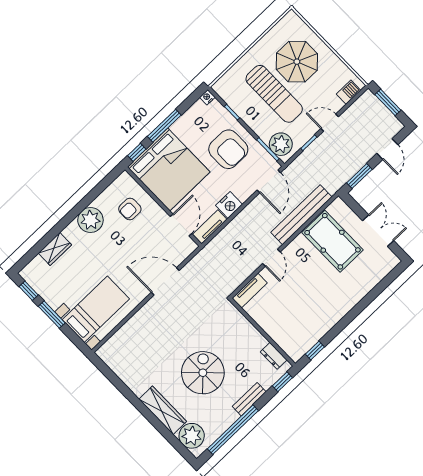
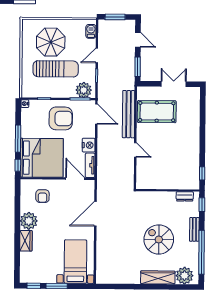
wardrobe: (55, 249) -> (26, 241), moved
tv unit: (250, 291) -> (141, 177), removed

